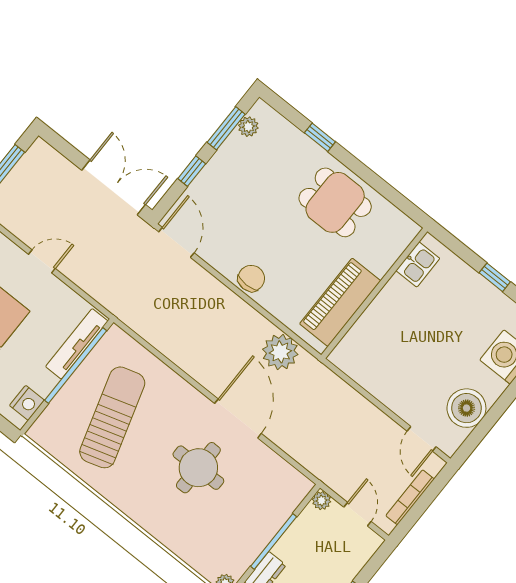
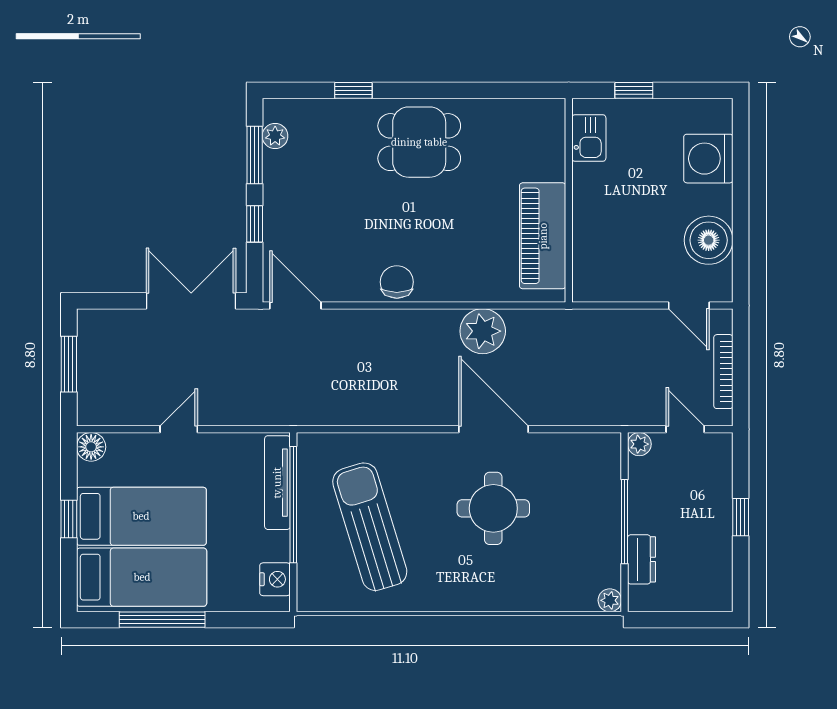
kitchen sink: (418, 264) -> (589, 138), moved
wall: (374, 293) -> (569, 200), moved
piano: (340, 302) -> (543, 236), moved

